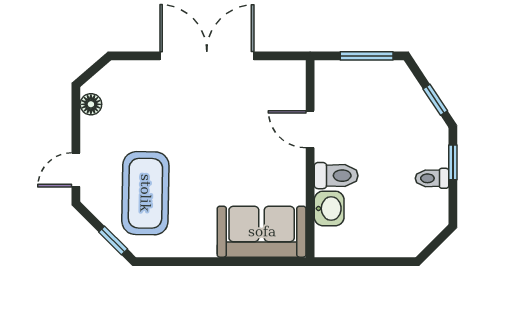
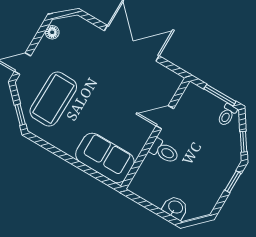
door: (310, 129) -> (165, 117), hinge flipped
toilet: (432, 178) -> (227, 115), moved, turned -90
washbasin: (329, 208) -> (175, 208), moved, turned -90

